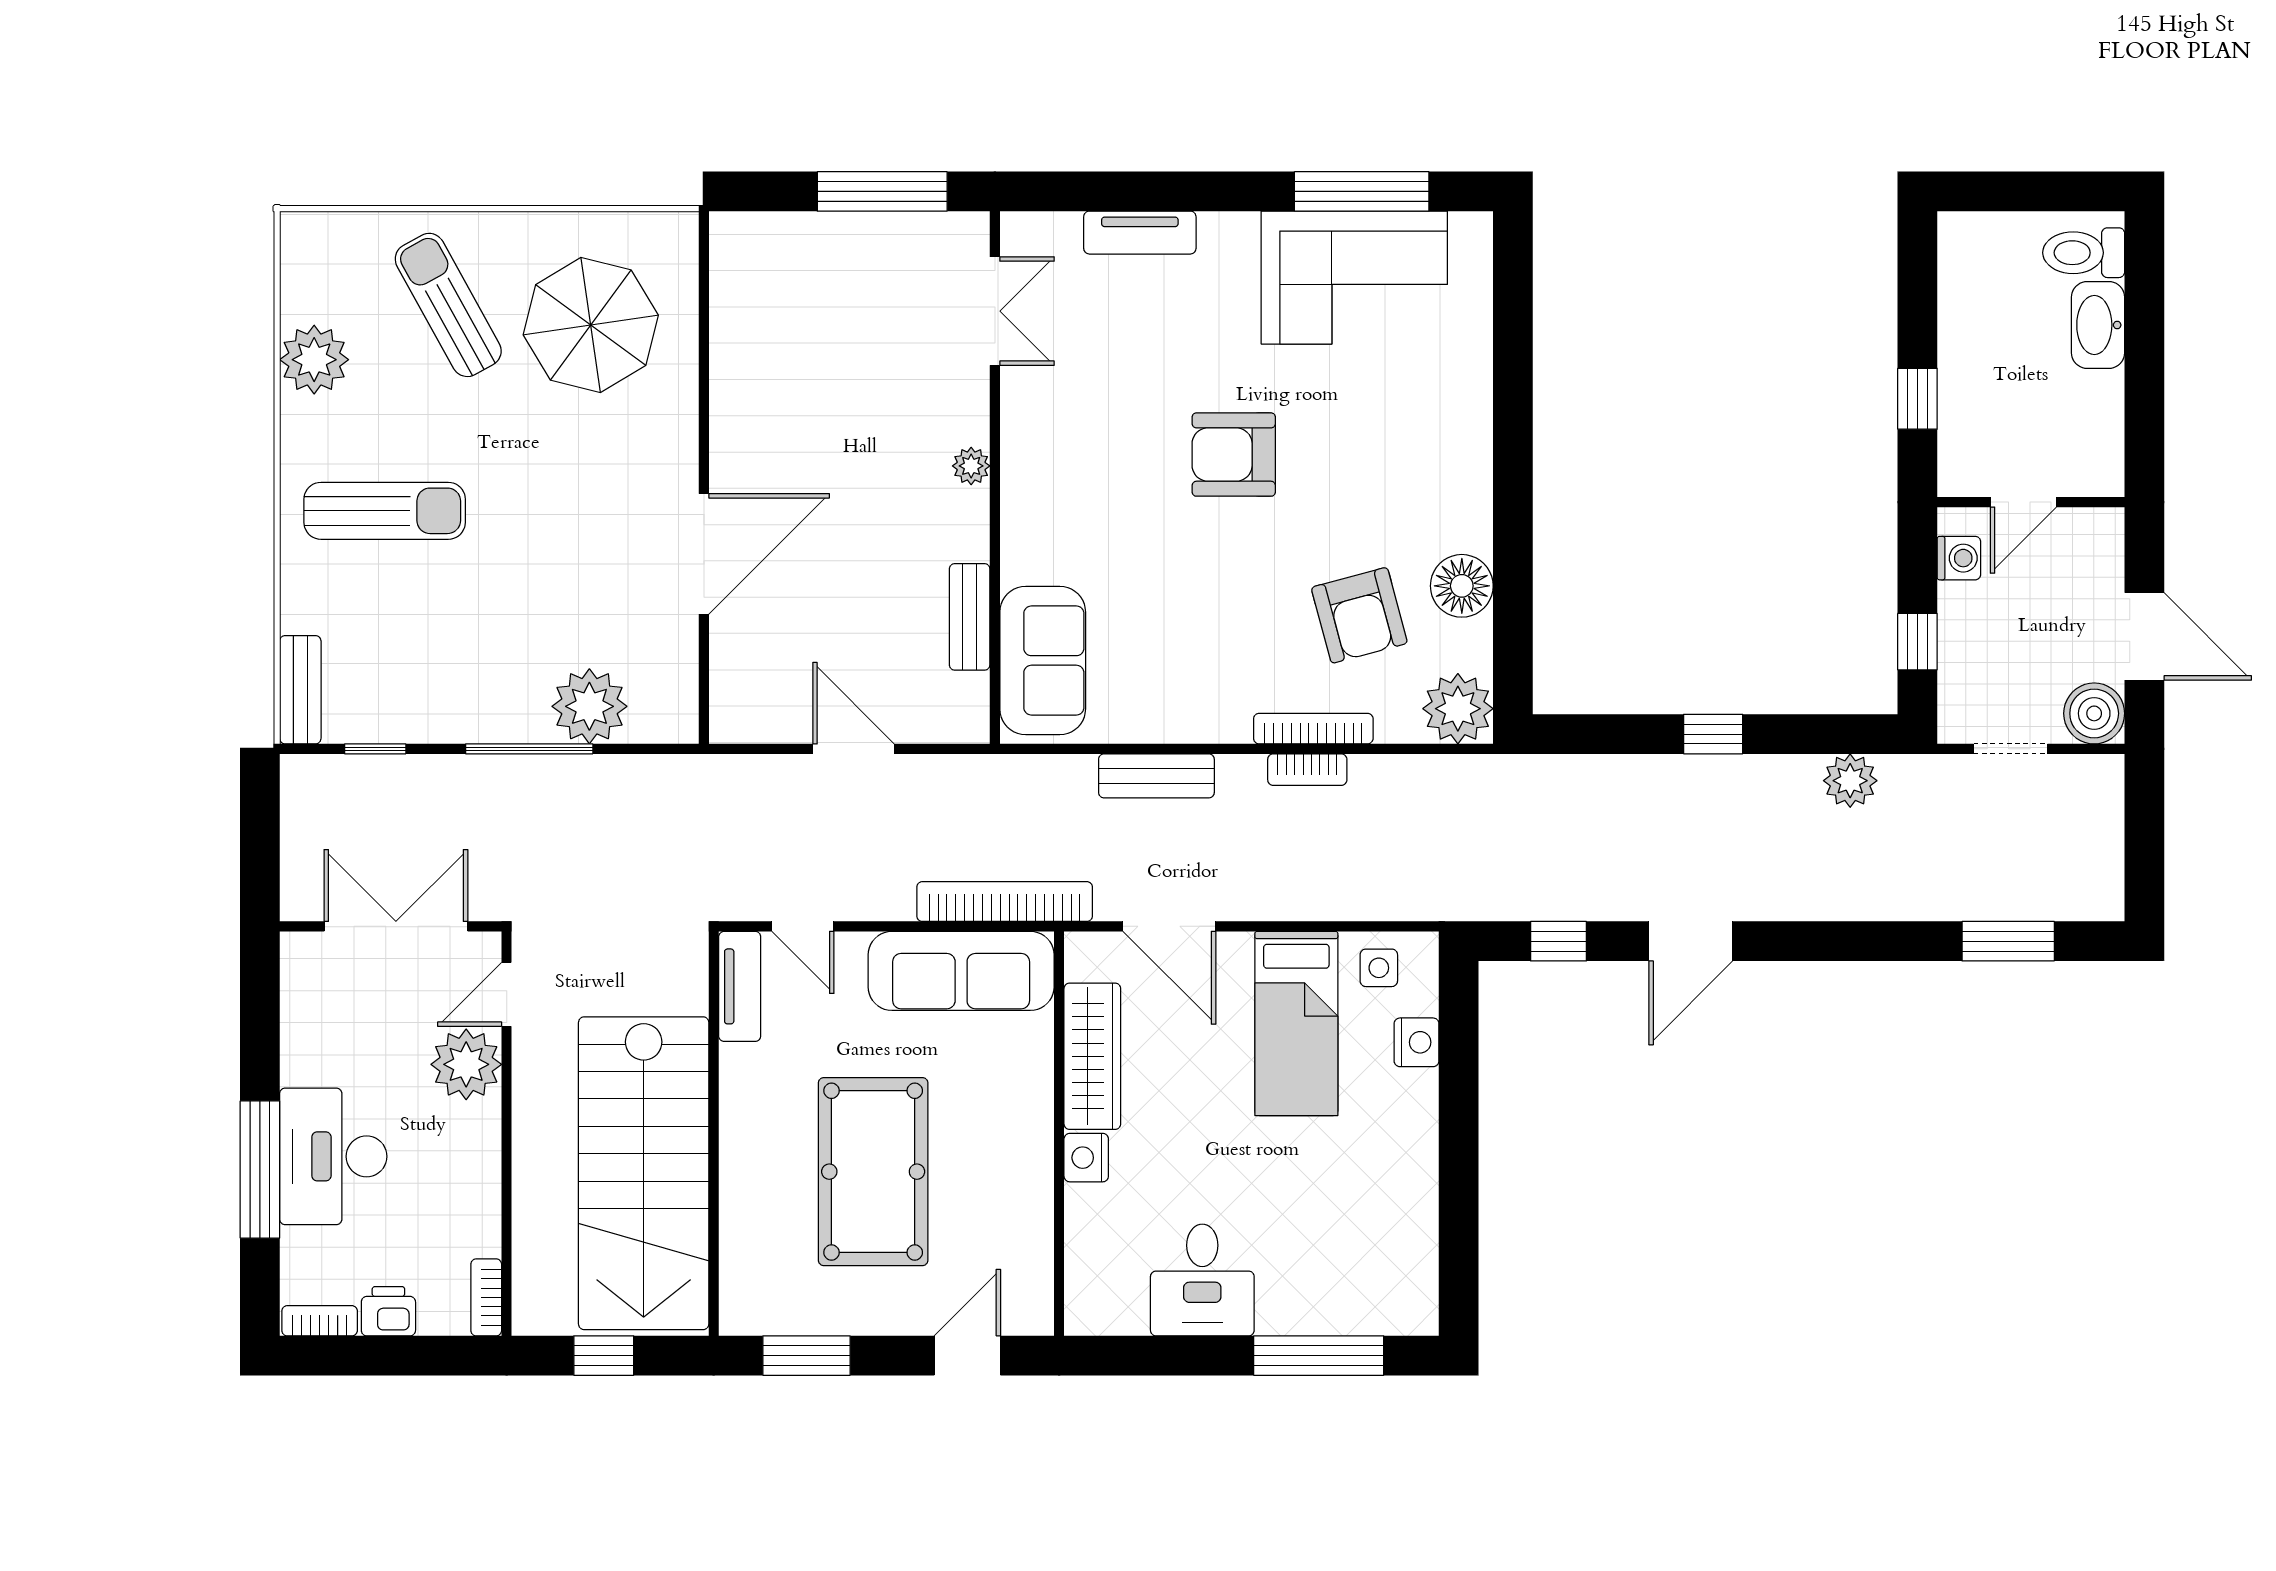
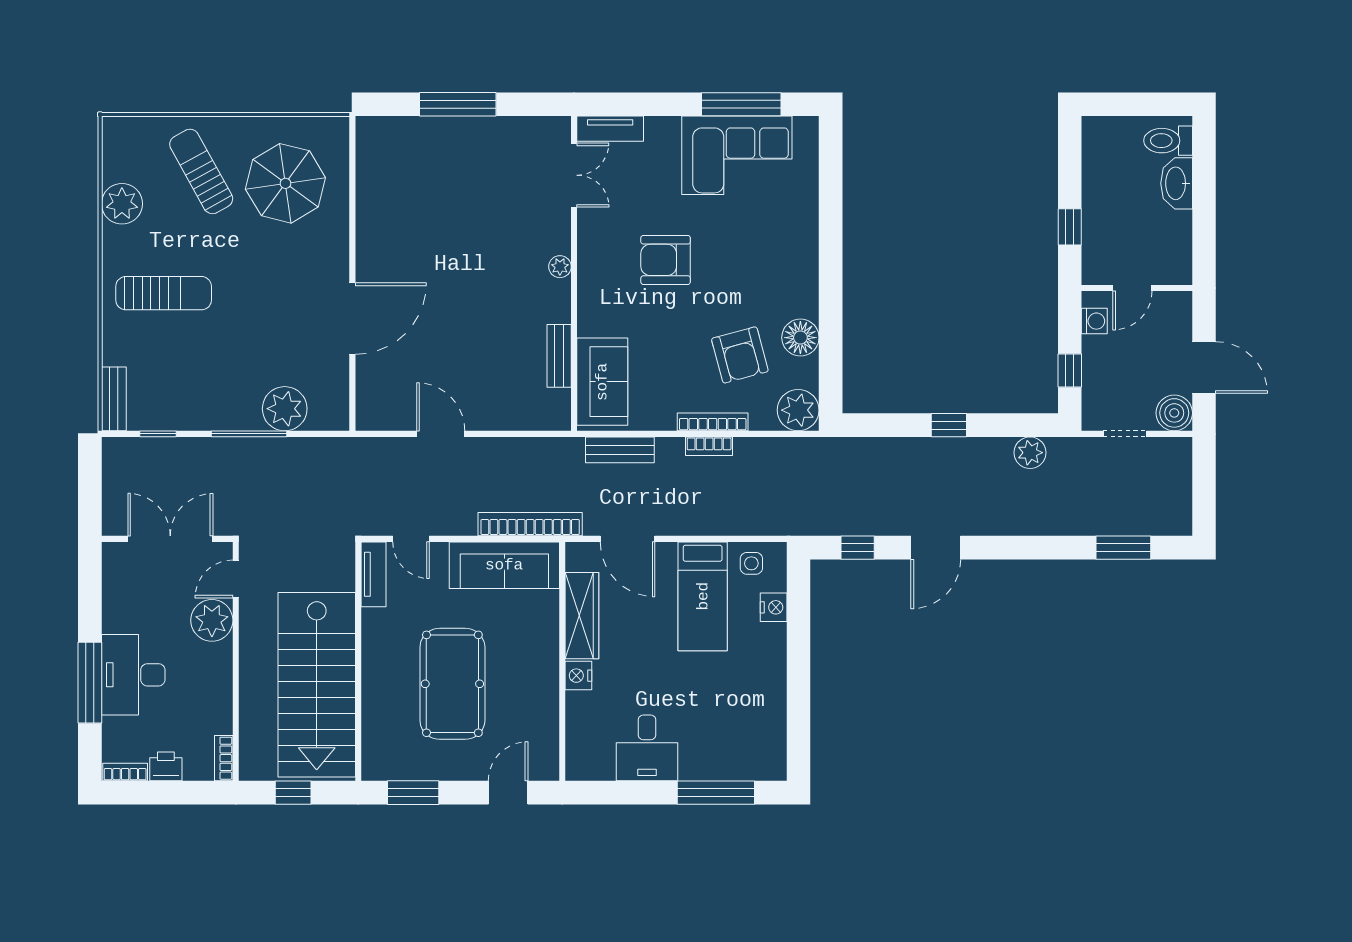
double door: (995, 311) -> (574, 175), moved
plant: (971, 466) -> (560, 267), moved
wall: (995, 478) -> (574, 273), moved
bench: (970, 617) -> (559, 356), moved
sofa: (1043, 660) -> (602, 382), moved

